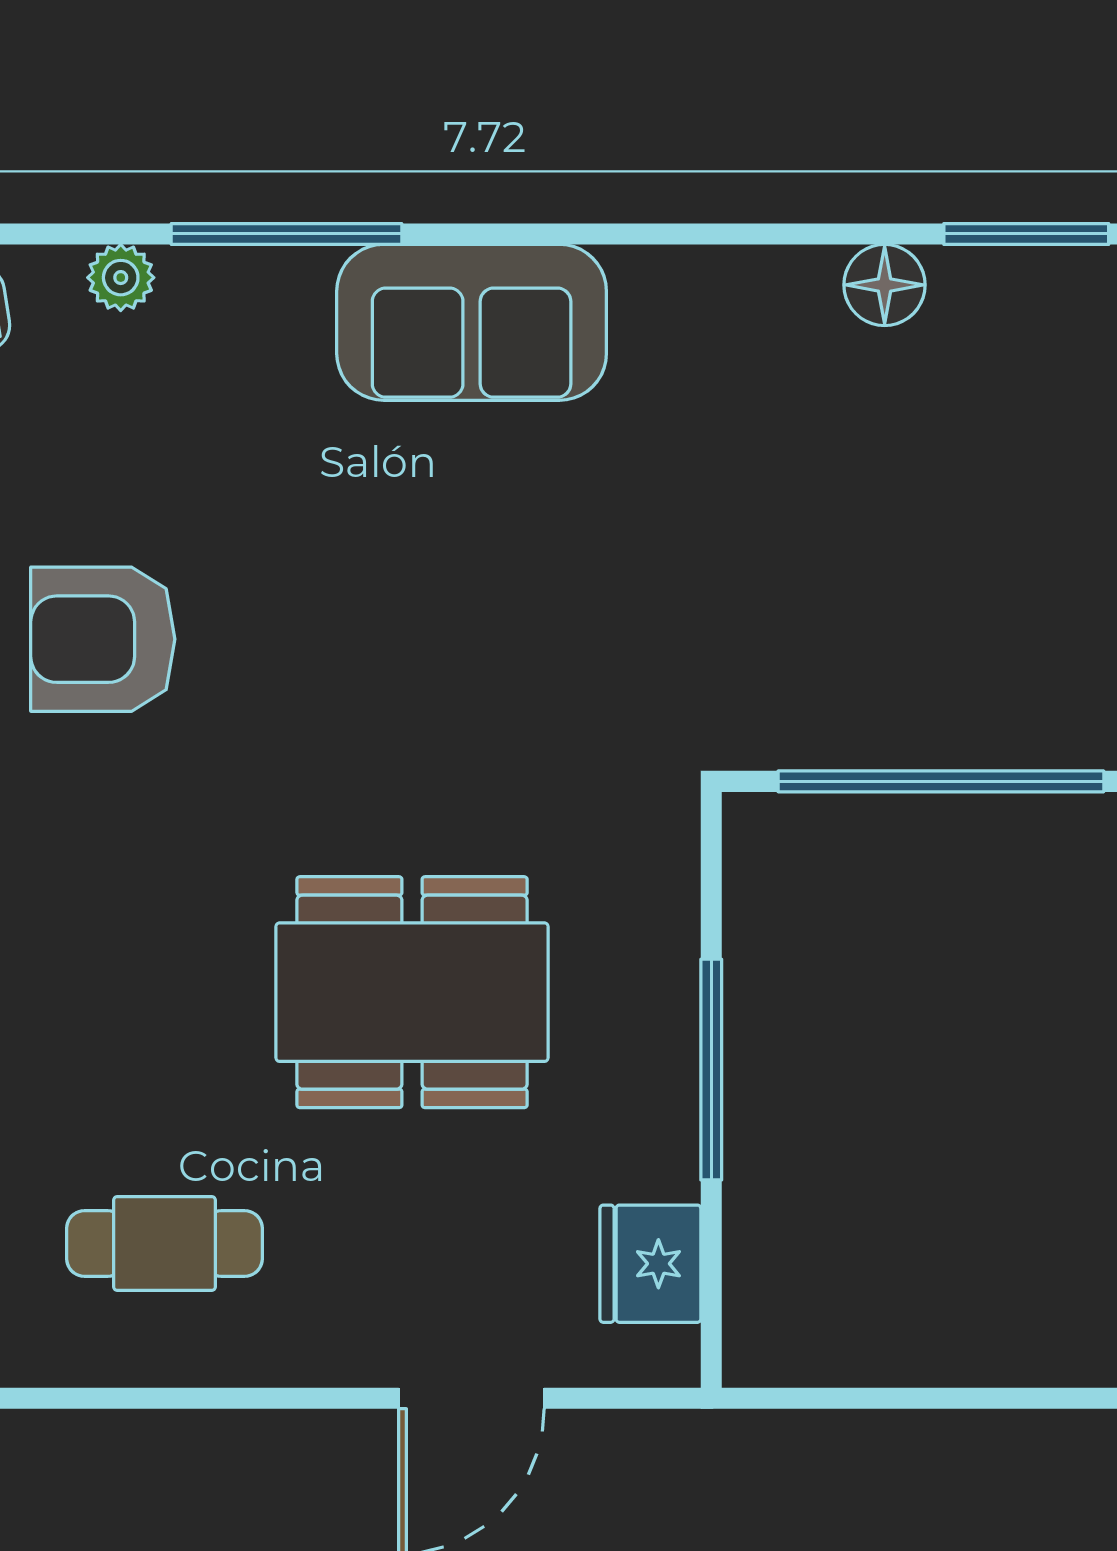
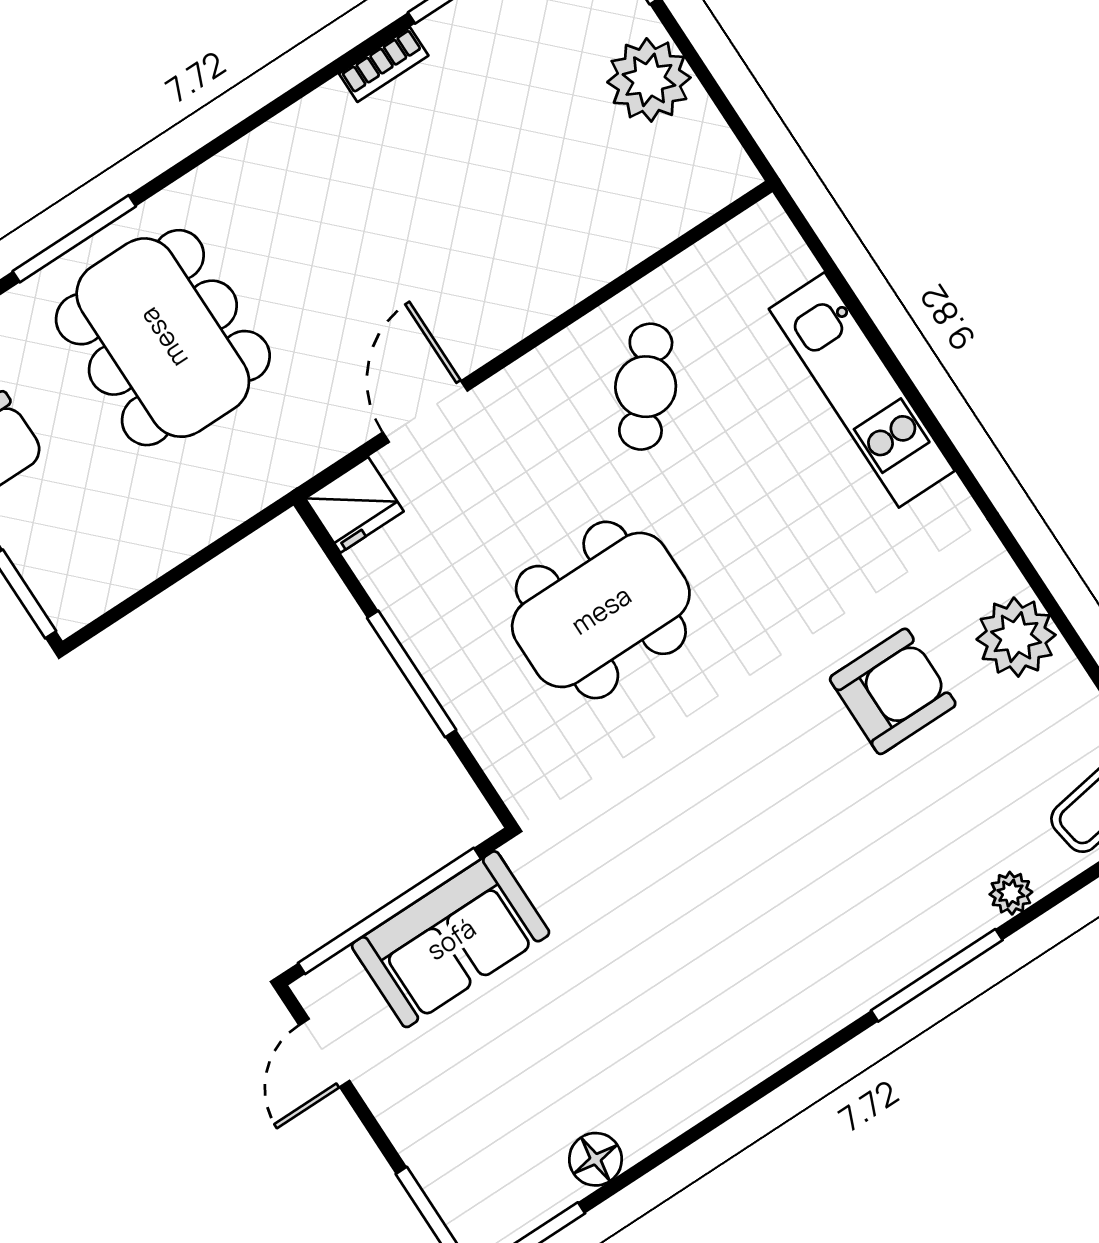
sofa: (472, 322) -> (451, 939), moved, turned 180
cafe table: (165, 1243) -> (646, 387), turned -50
fridge: (650, 1264) -> (354, 505), moved, turned 90

